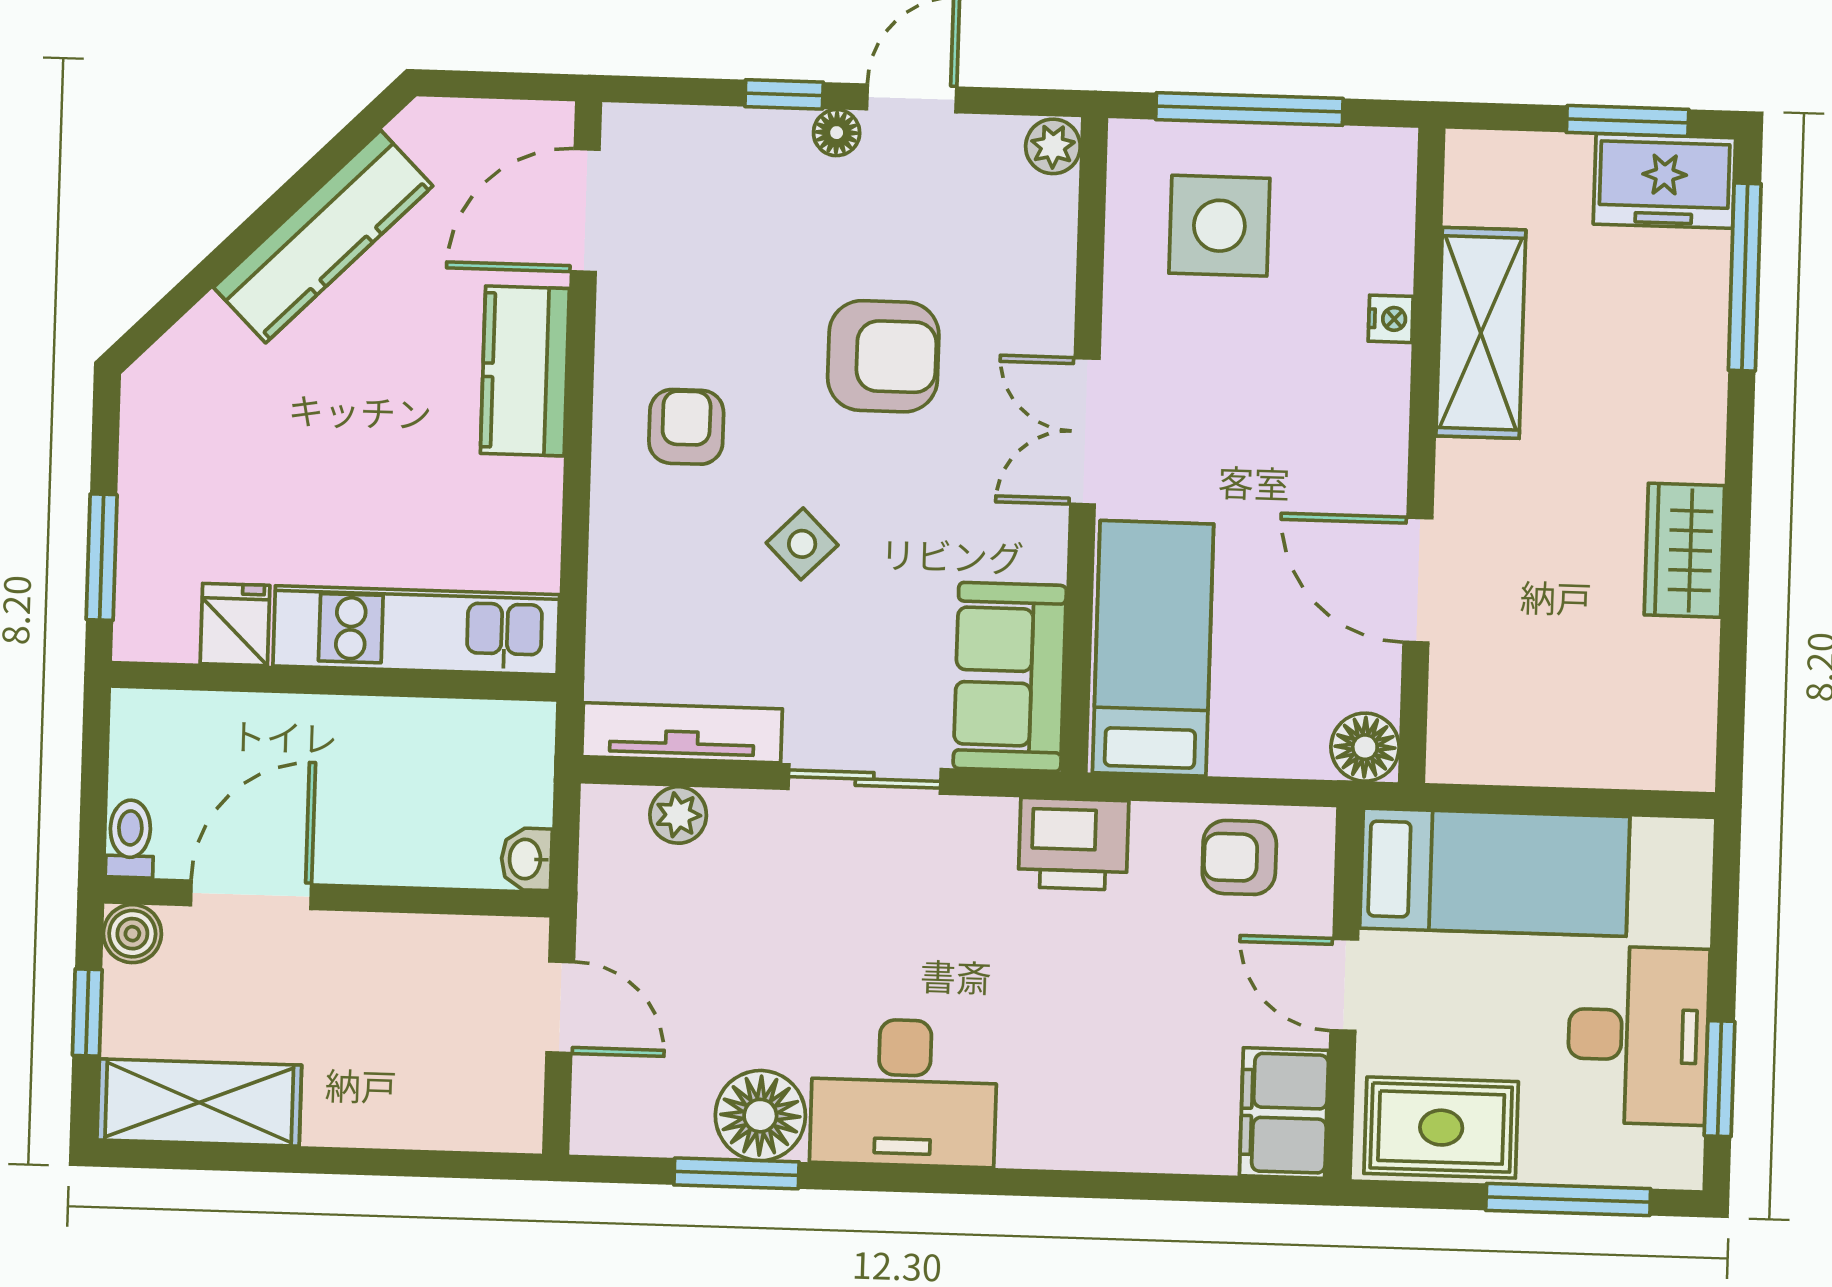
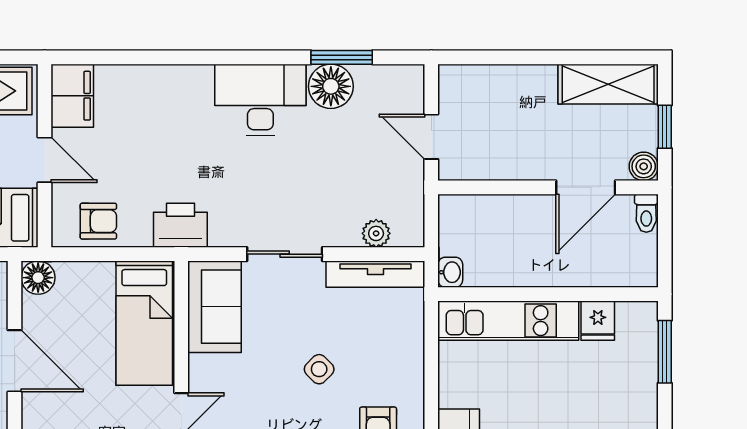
washbasin: (526, 859) -> (450, 272), moved

